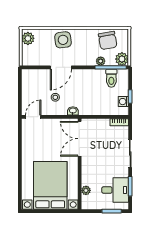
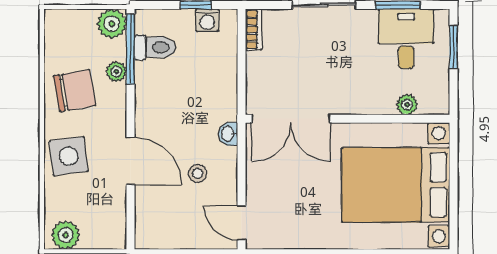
chair: (108, 40) -> (75, 90), moved

